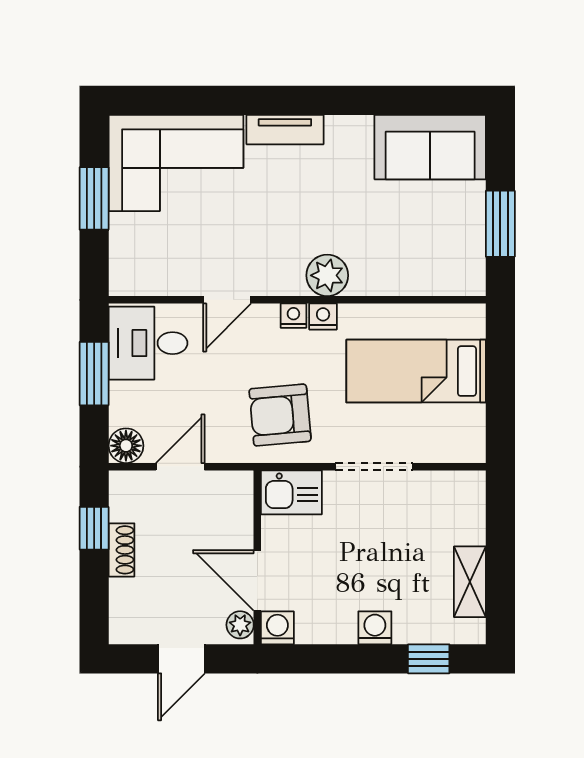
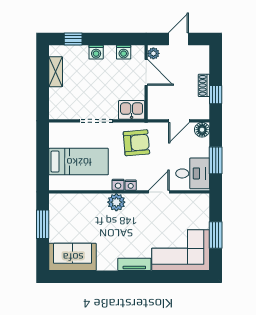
washing machine: (277, 628) -> (124, 52), moved

